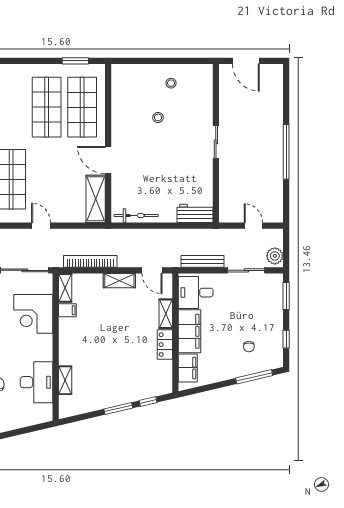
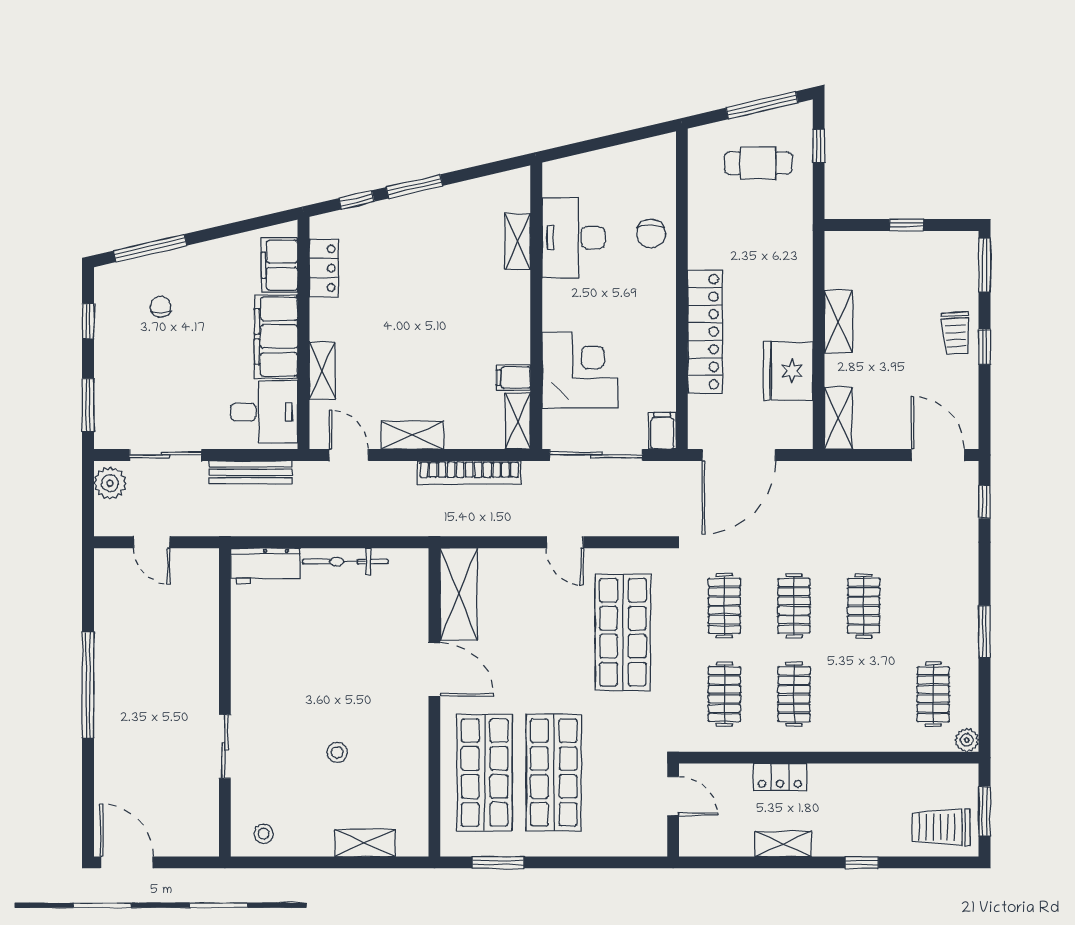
door: (246, 61) -> (127, 862), moved
shelving: (144, 71) -> (365, 843), added
stool: (171, 83) -> (264, 834), moved
sliding door: (216, 142) -> (225, 746), moved
bicycle: (136, 216) -> (345, 562), moved
locker: (165, 345) -> (324, 268), moved

